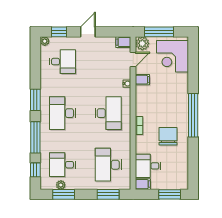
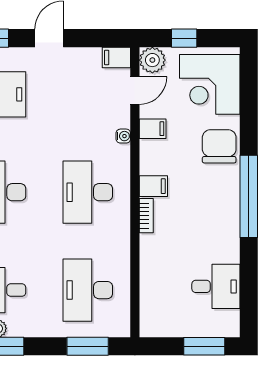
window: (159, 32) -> (184, 38), width x0.46
desk: (108, 113) -> (88, 192), turned 180
chair: (168, 136) -> (219, 146), moved
desk: (148, 166) -> (216, 286), moved, turned 180
filing cabinet: (143, 184) -> (153, 186), moved

